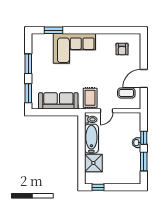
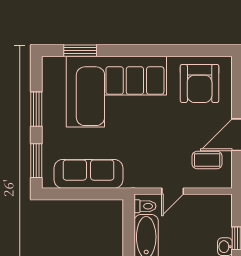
corner sofa: (74, 48) -> (116, 92), width x1.36, depth x1.36
armchair: (122, 49) -> (200, 83), width x1.88, depth x1.88
rug: (90, 98) -> (144, 168), removed

